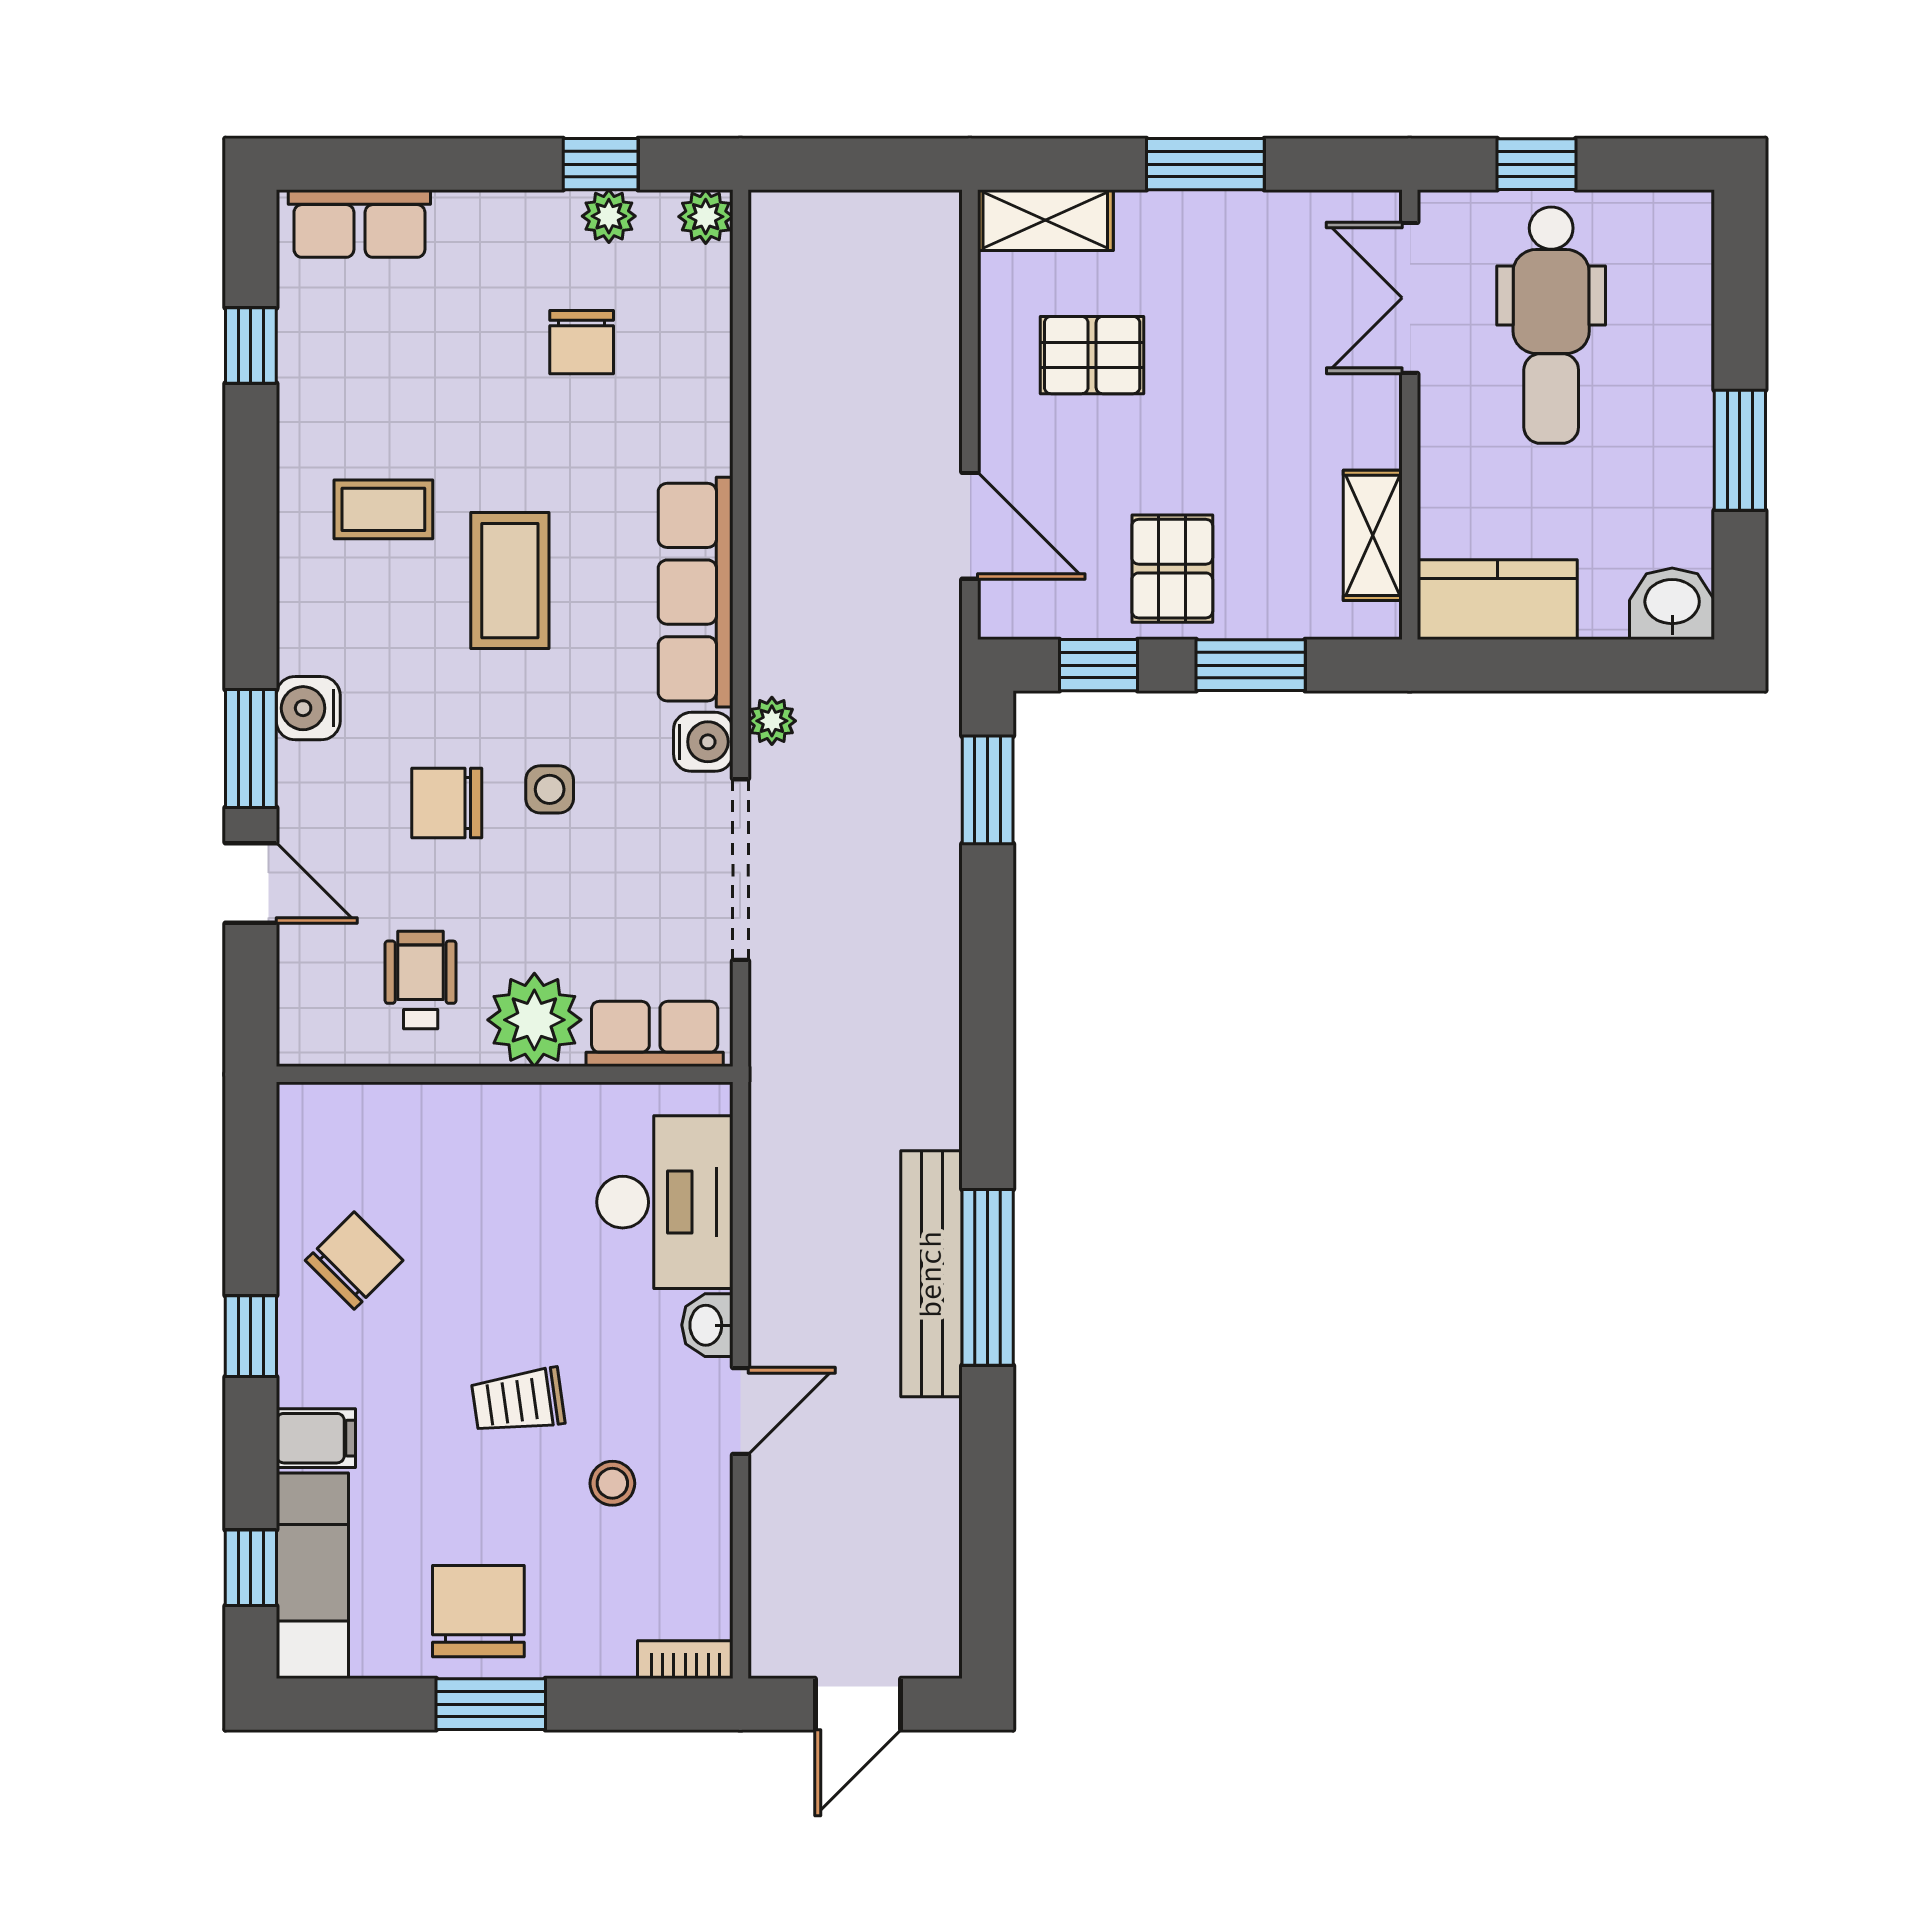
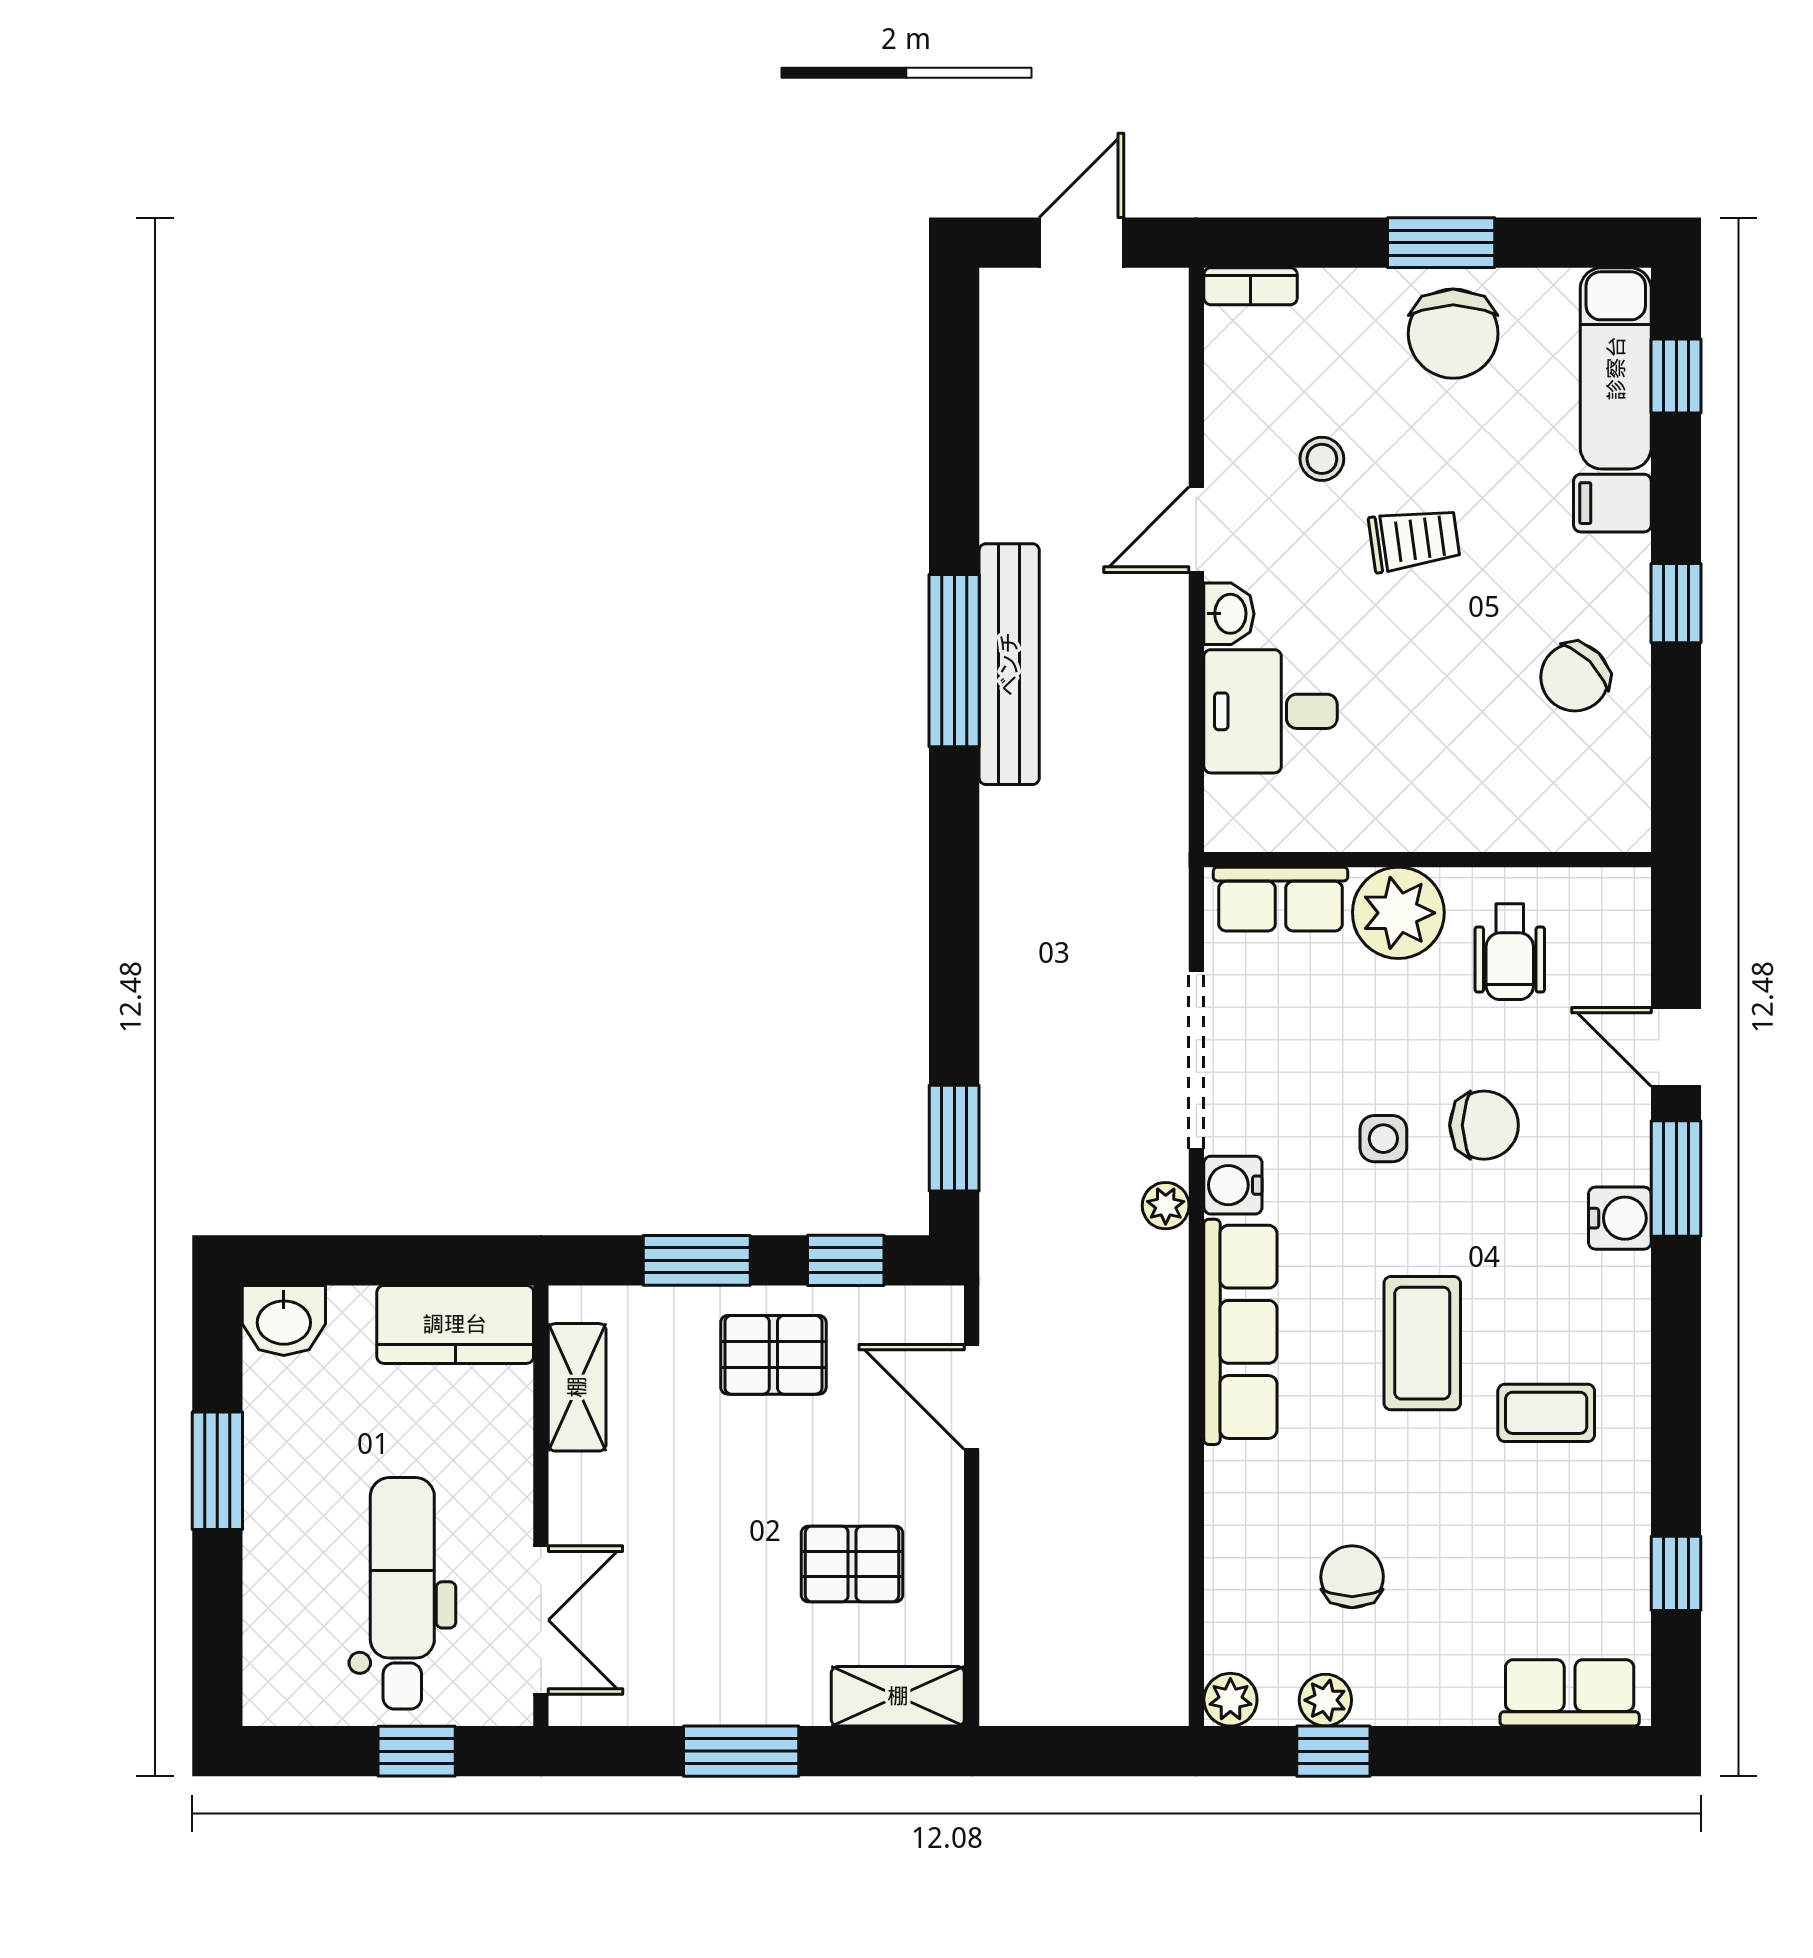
pallet: (1172, 569) -> (773, 1355), turned 90
desk: (665, 1202) -> (1271, 711), width x0.73

